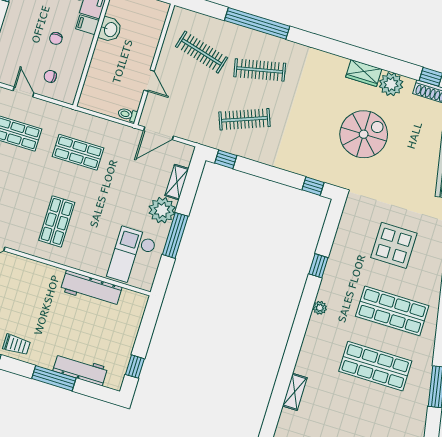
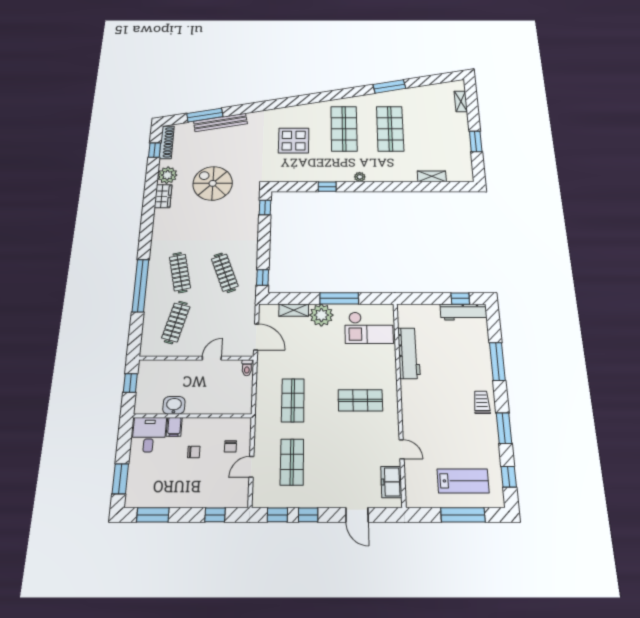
workbench: (80, 369) -> (464, 312), moved, turned -90

